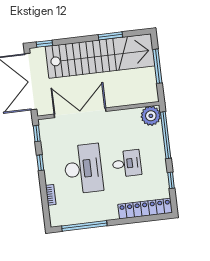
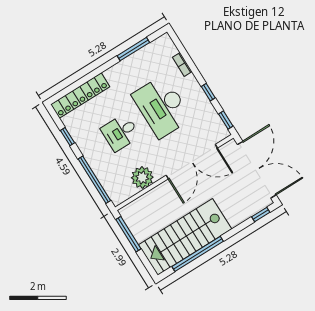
window: (110, 36) -> (198, 254), width x2.11
stairs: (100, 56) -> (185, 237), width x0.73
window: (157, 66) -> (128, 234), moved
plant: (151, 116) -> (142, 178), moved
window: (84, 226) -> (133, 49), width x0.68

